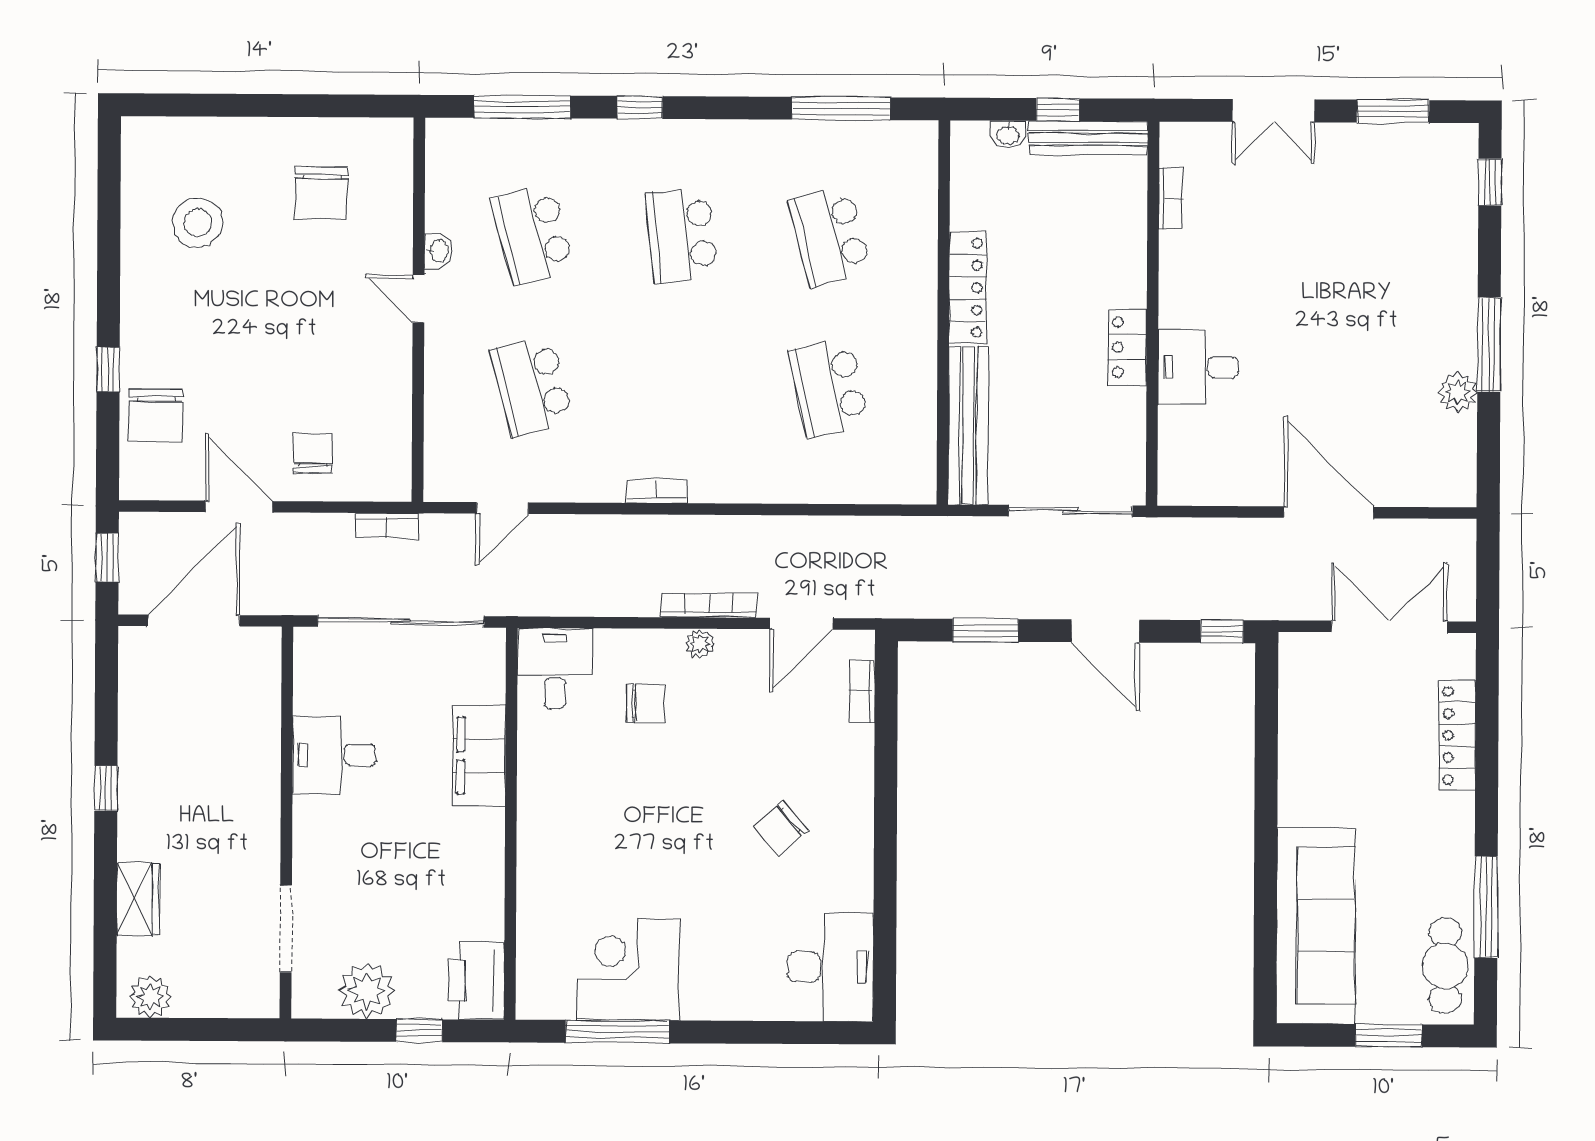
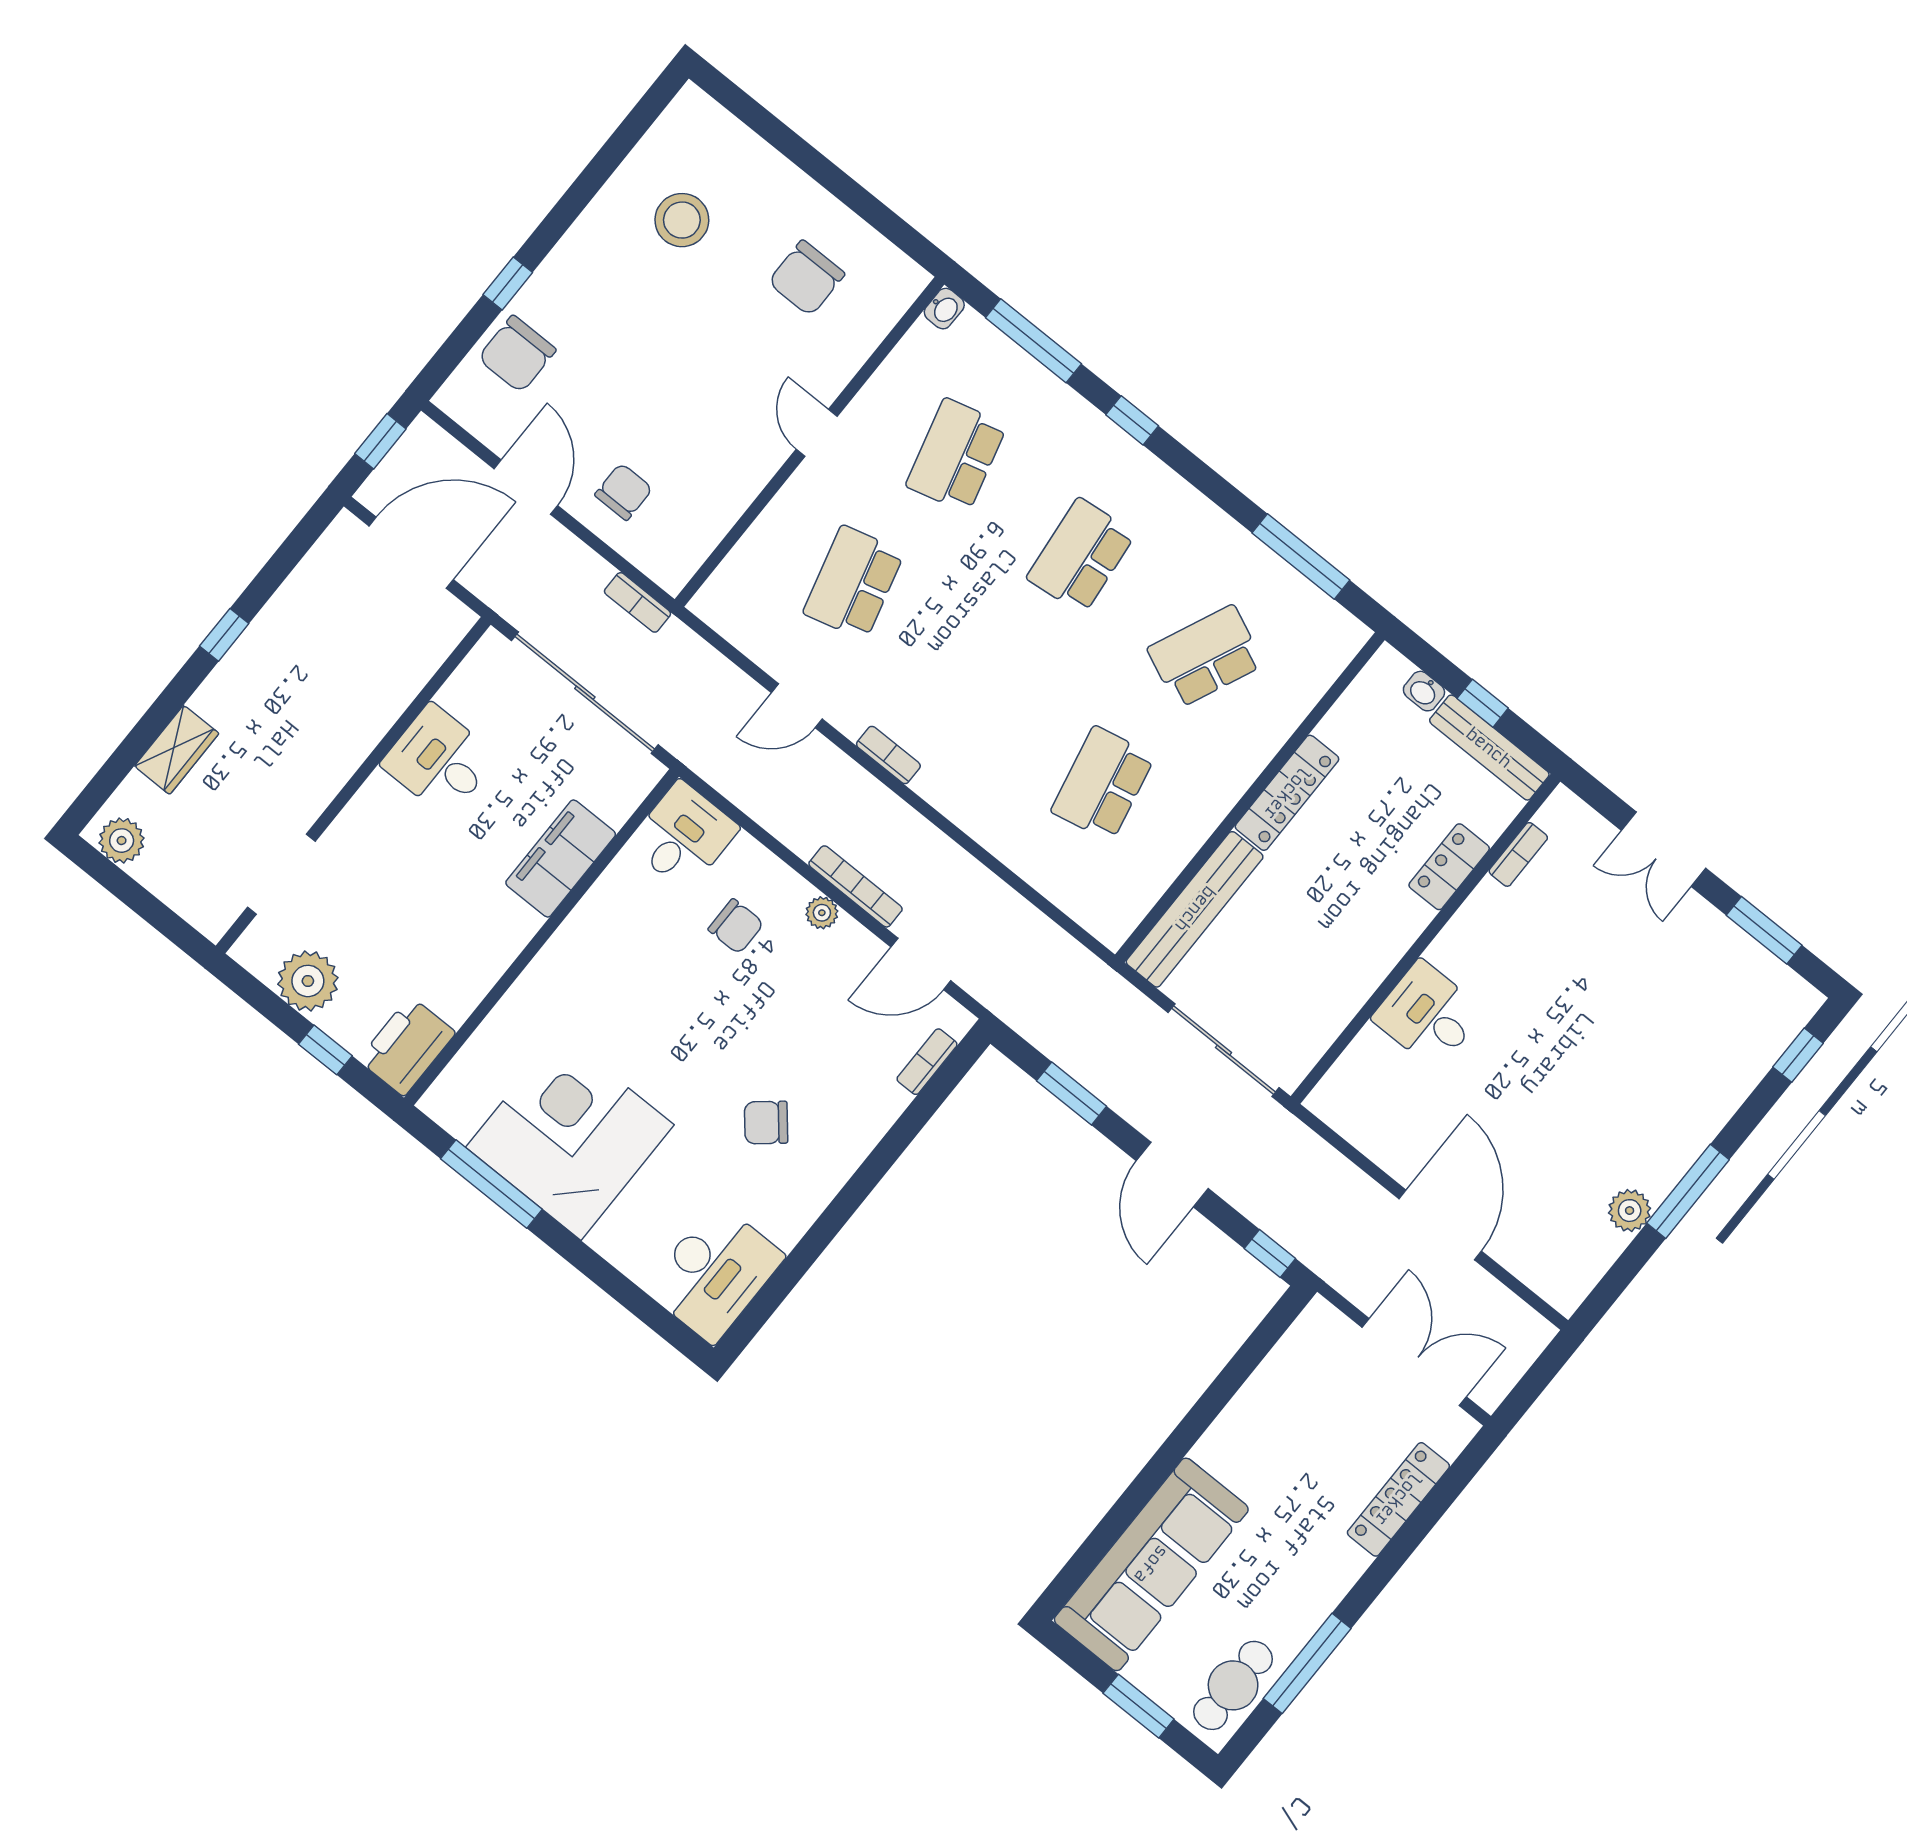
school desk: (830, 236) -> (1206, 656), turned 39
washbasin: (438, 251) -> (944, 309), moved
locker: (1127, 347) -> (1449, 867), moved
door: (502, 508) -> (797, 706), moved
corner desk: (628, 970) -> (570, 1136), width x1.36, depth x1.36

